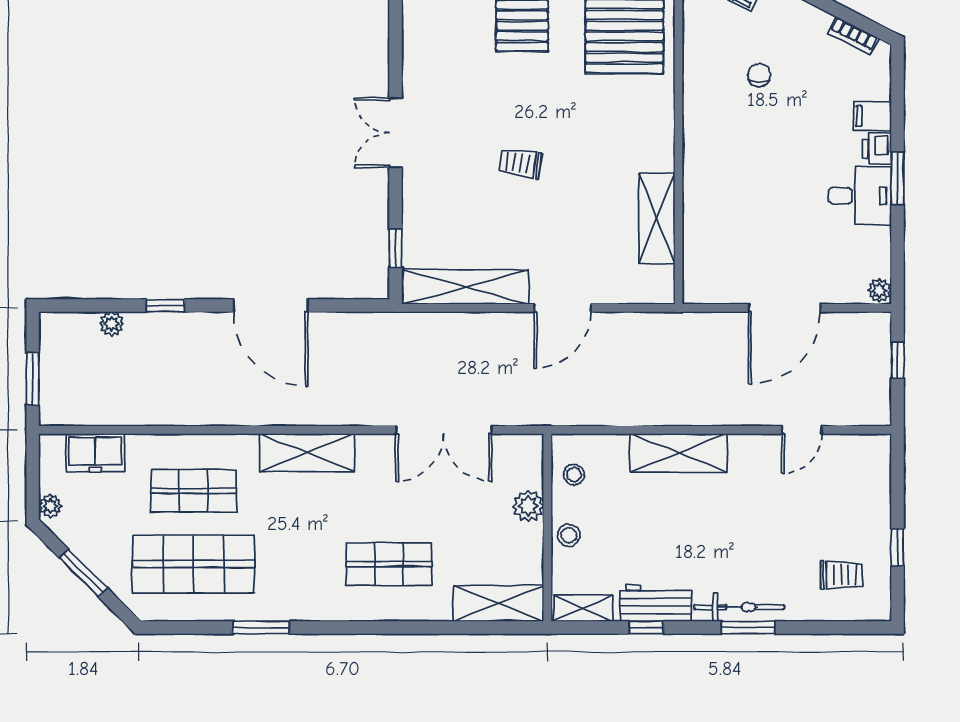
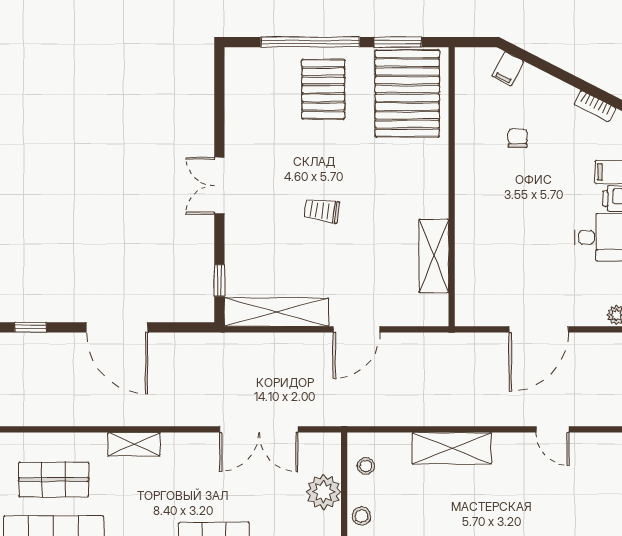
door: (802, 430) -> (553, 429), hinge flipped
shelving: (307, 453) -> (134, 444), width x0.67, depth x0.75
plant: (528, 506) -> (324, 492), width x1.36, depth x1.36

